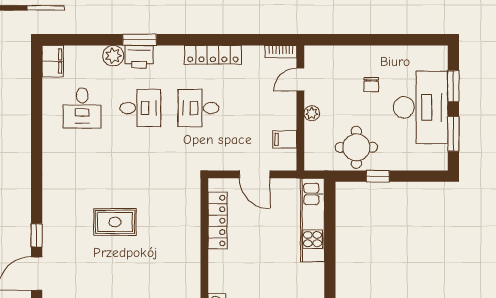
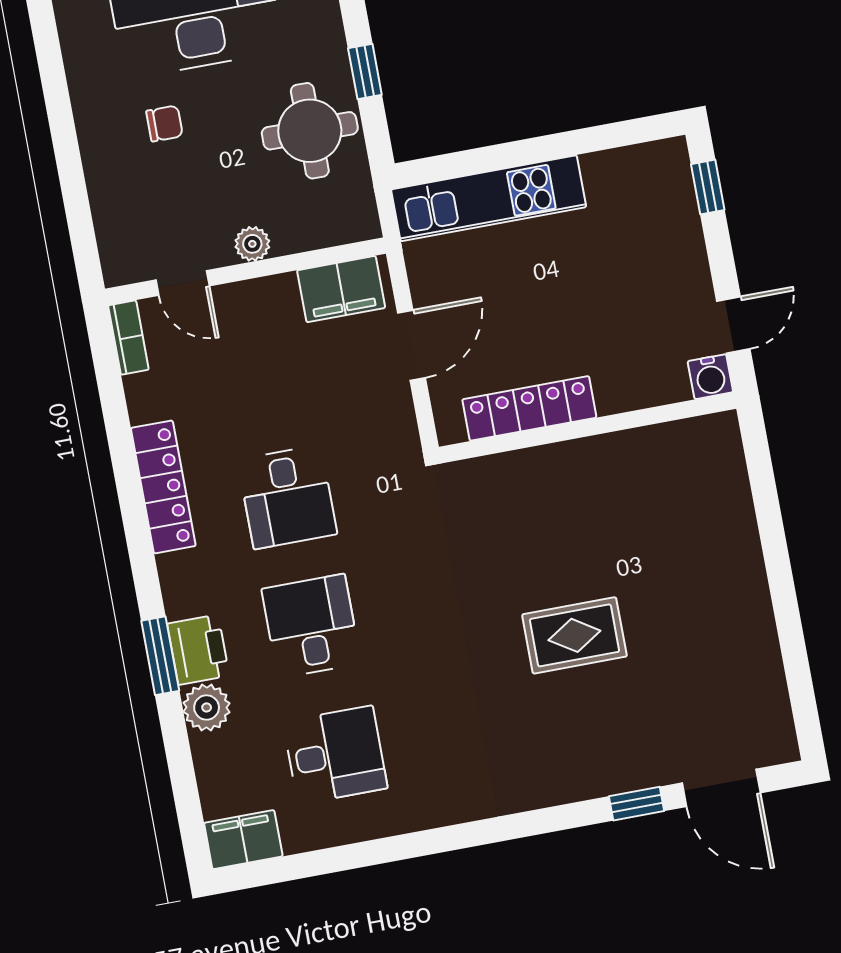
filing cabinet: (285, 139) -> (341, 289), width x2.00
rug: (115, 222) -> (574, 635), turned 90

